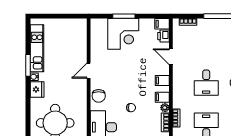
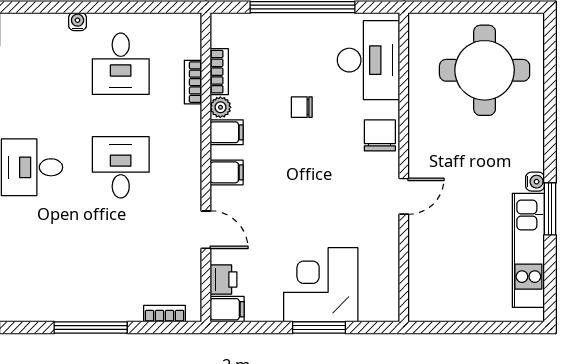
fridge: (37, 89) -> (528, 151), removed

